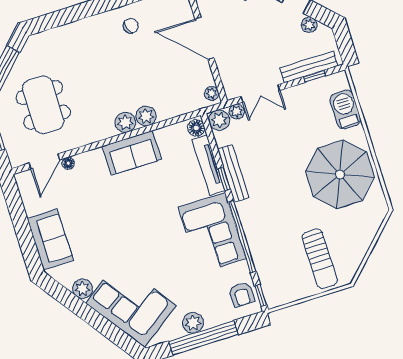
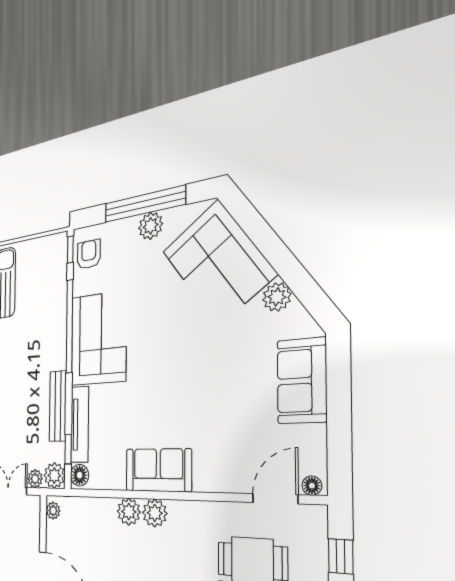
floor lamp: (68, 163) -> (312, 486), moved
window: (224, 179) -> (68, 449), moved

